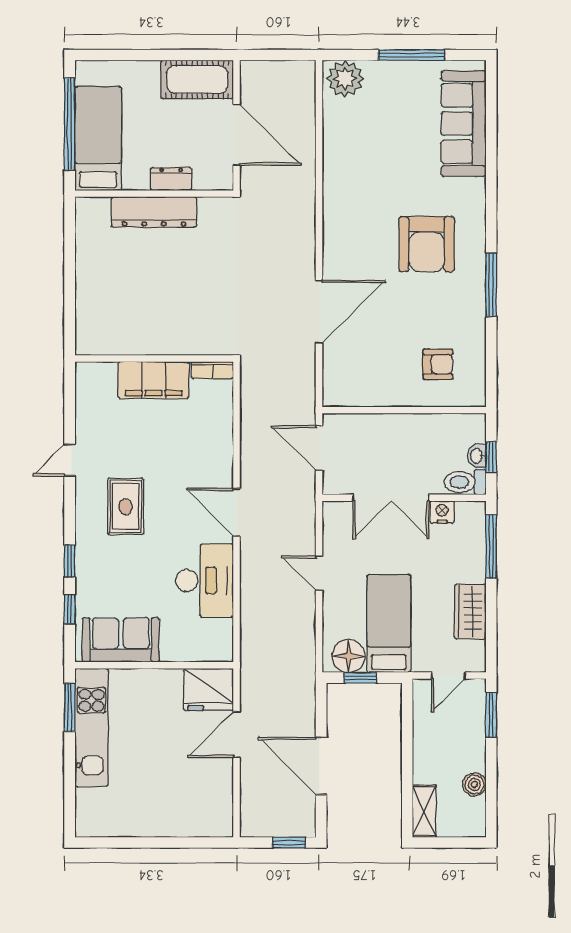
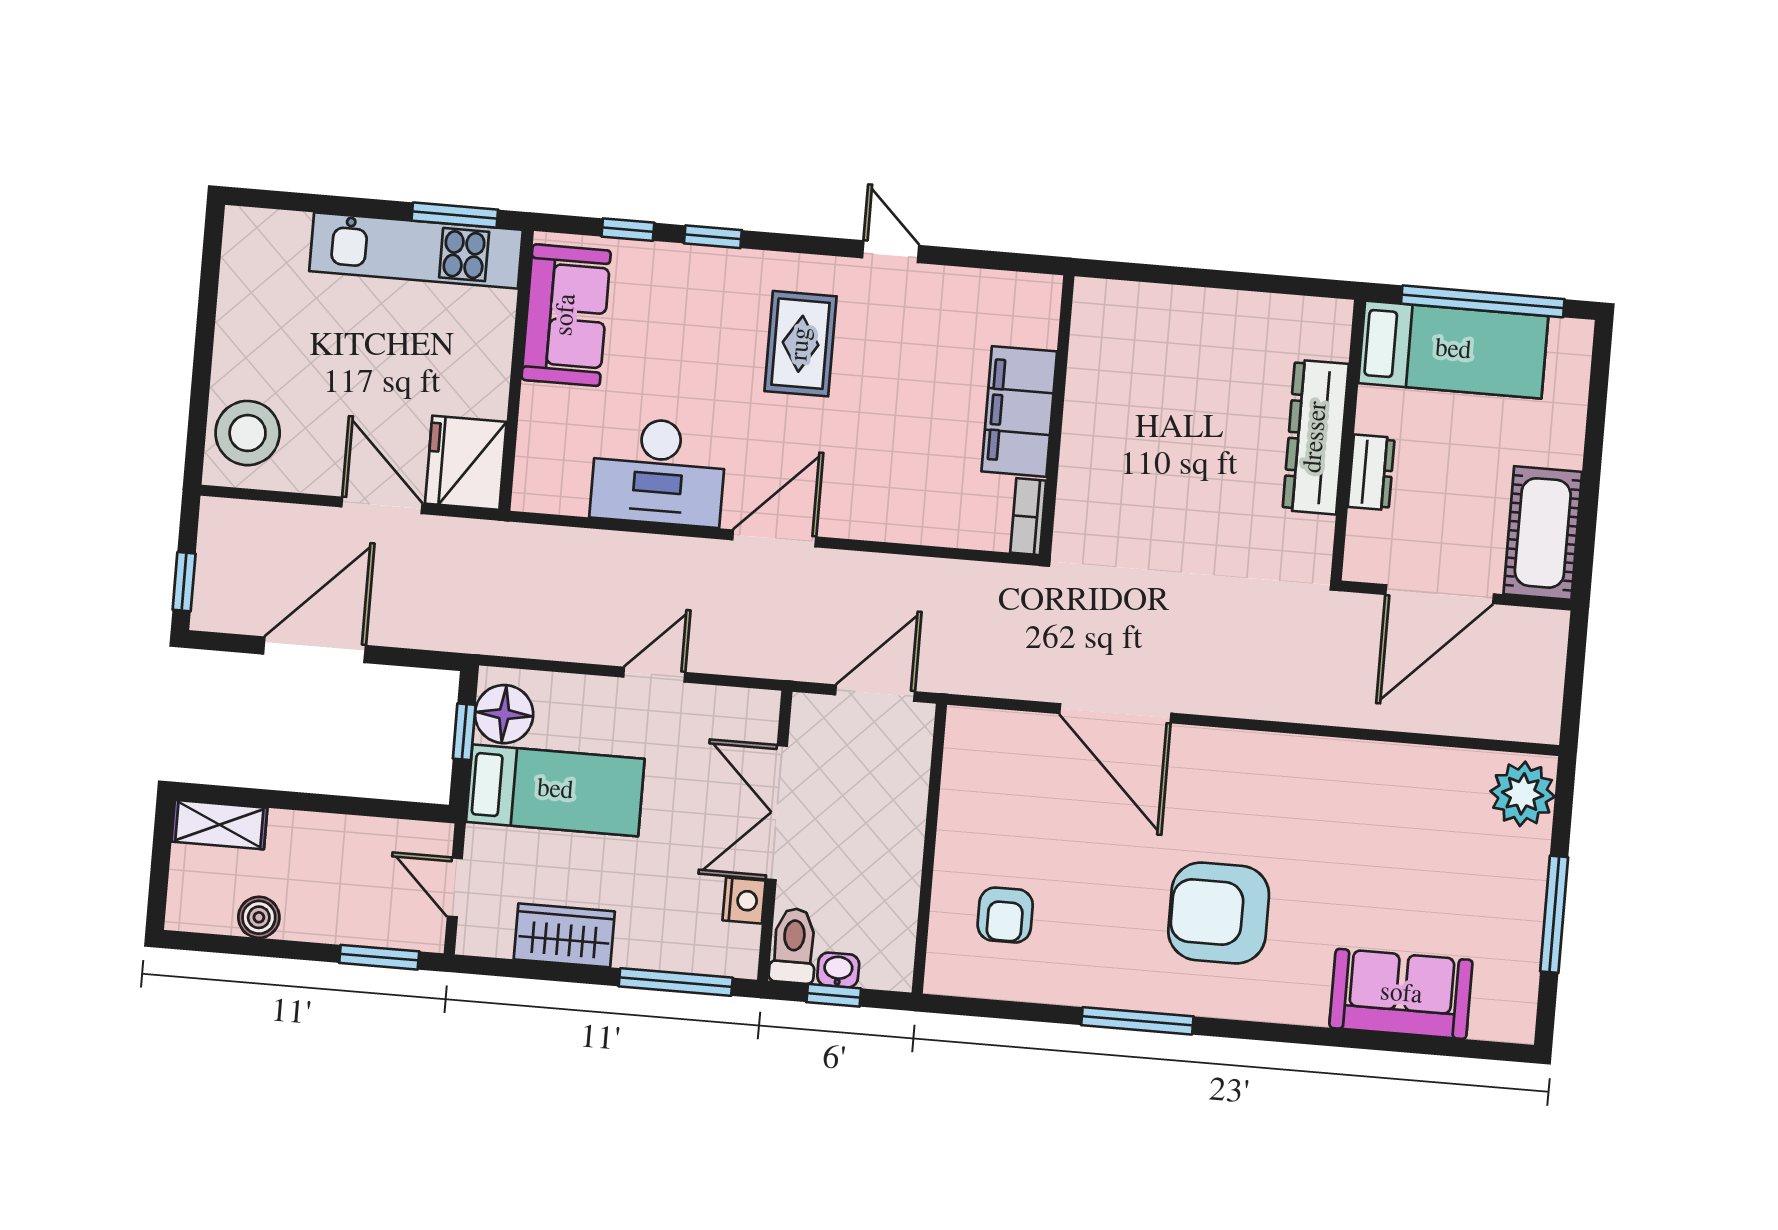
sofa: (464, 124) -> (1401, 994), width x0.73
rug: (126, 507) -> (801, 344), turned 90
stool: (202, 814) -> (248, 433), added

